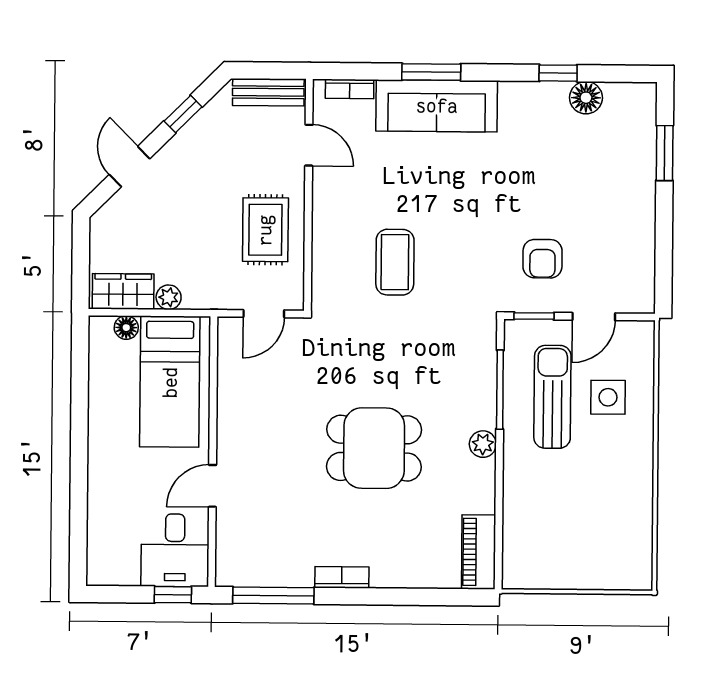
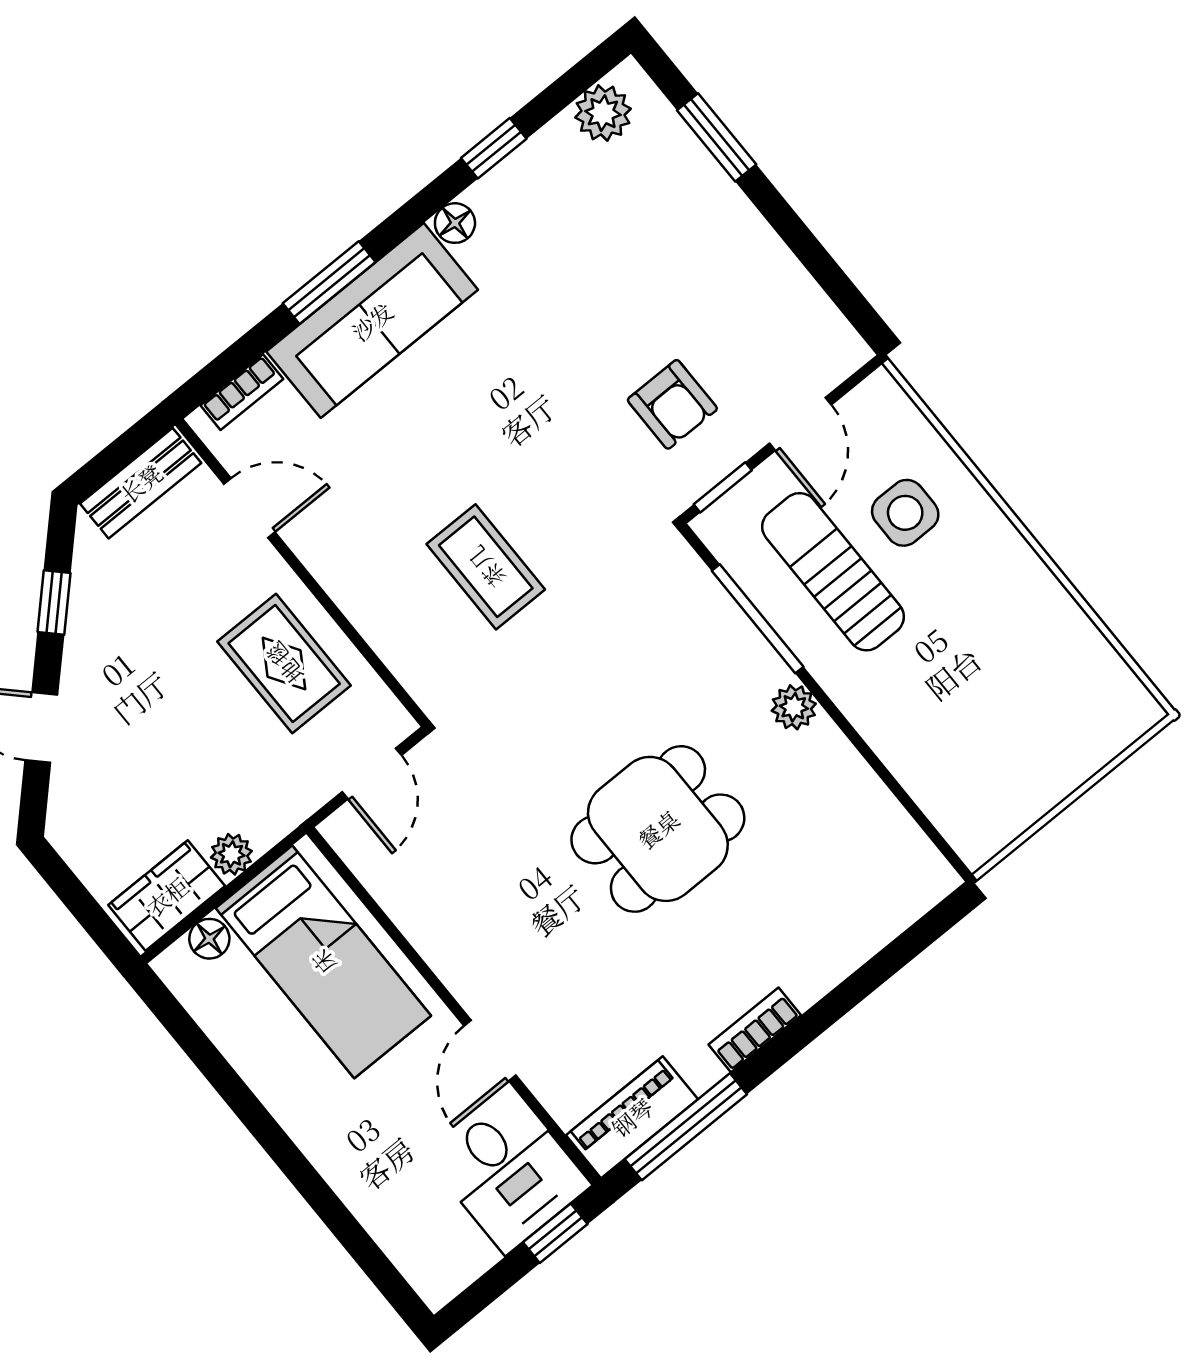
floor lamp: (586, 98) -> (455, 223), moved, width x0.73, depth x0.73
plant: (622, 99) -> (603, 113), added
piano: (479, 552) -> (632, 1117), moved, turned 90

